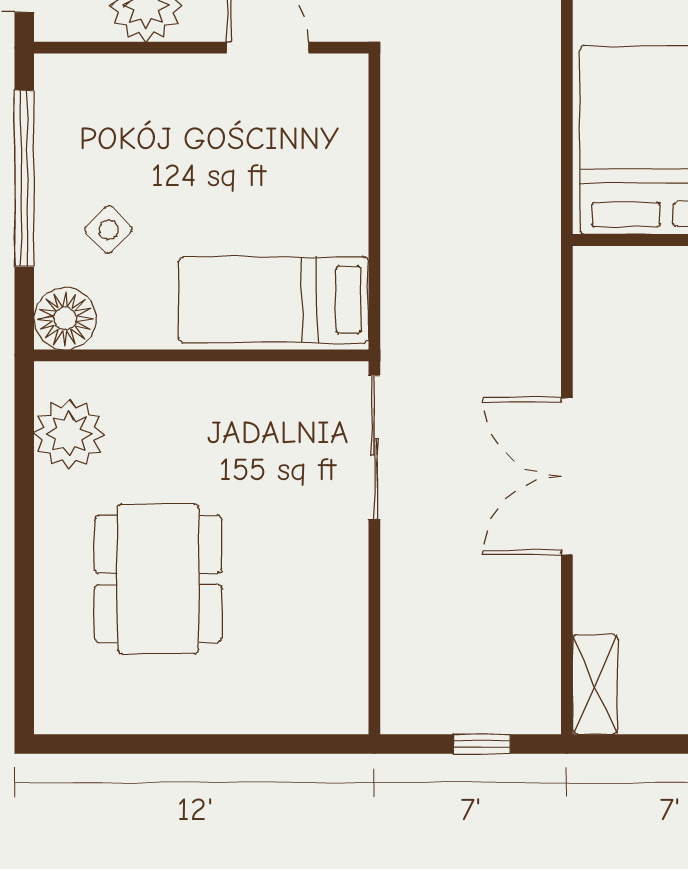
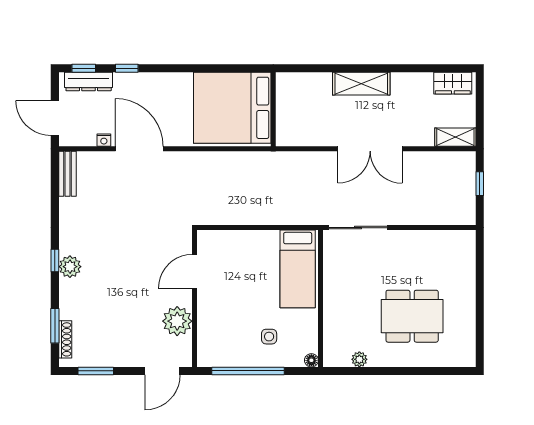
side table: (108, 230) -> (269, 337), turned 45
floor lamp: (65, 319) -> (311, 360), width x0.53, depth x0.53
plant: (69, 434) -> (359, 359), width x0.53, depth x0.53

